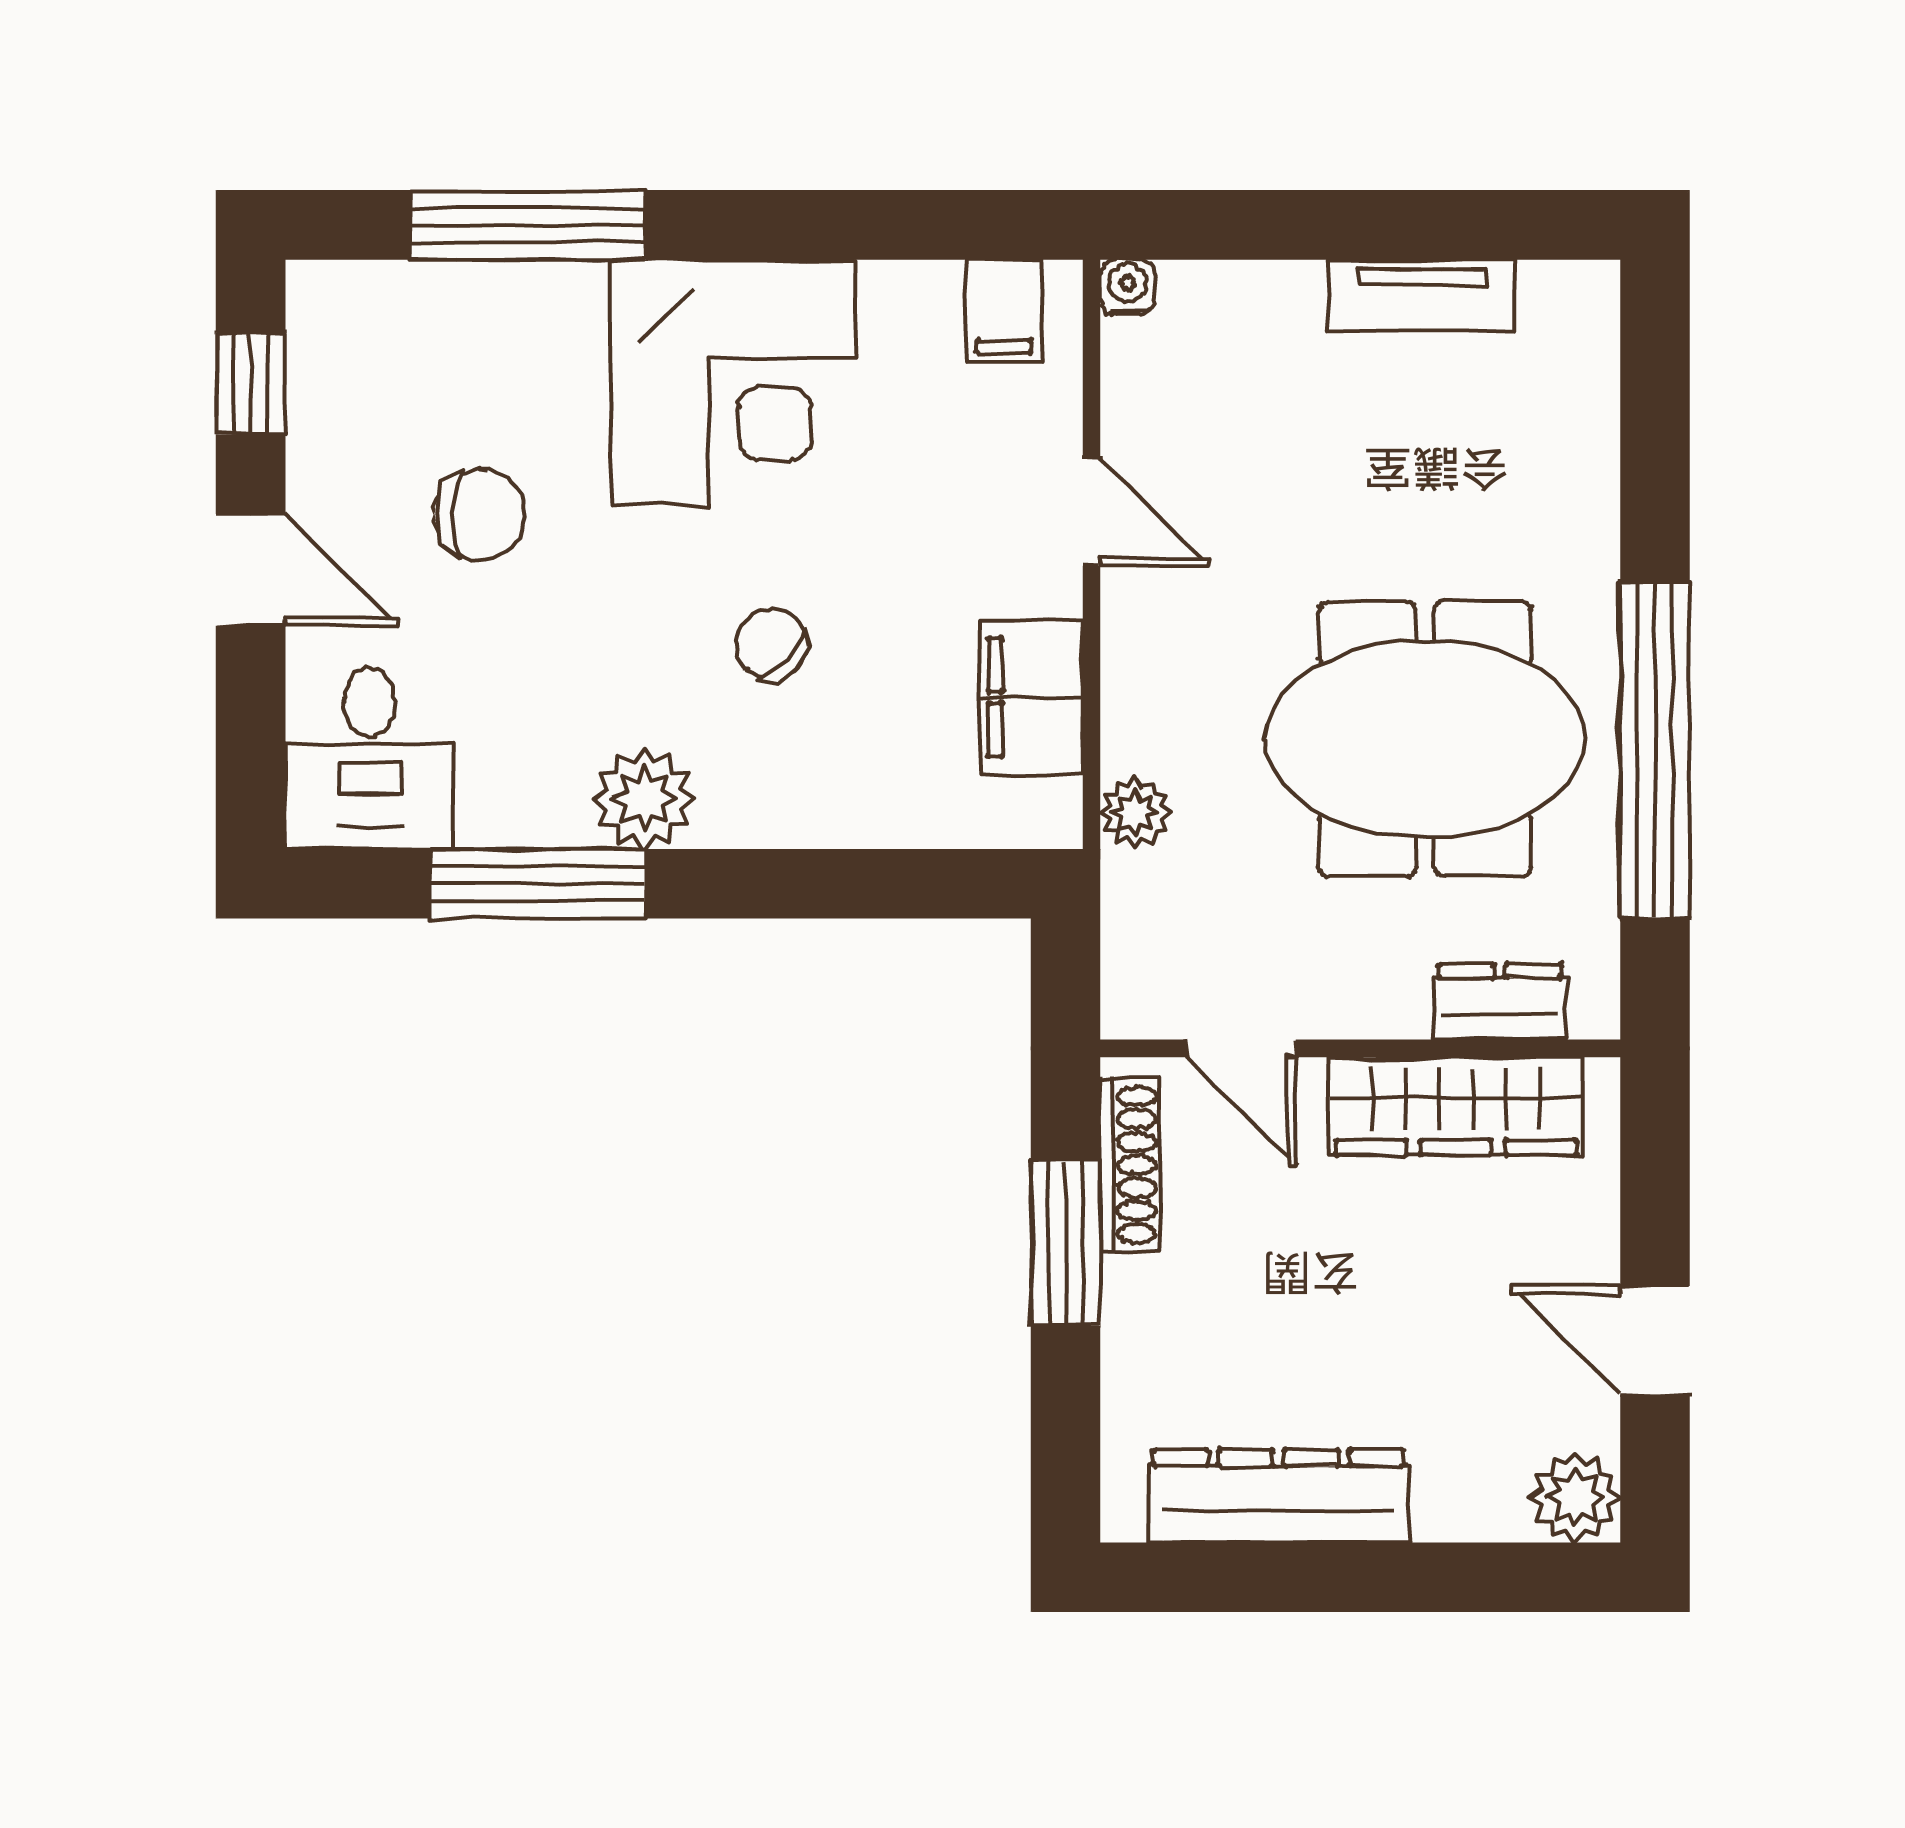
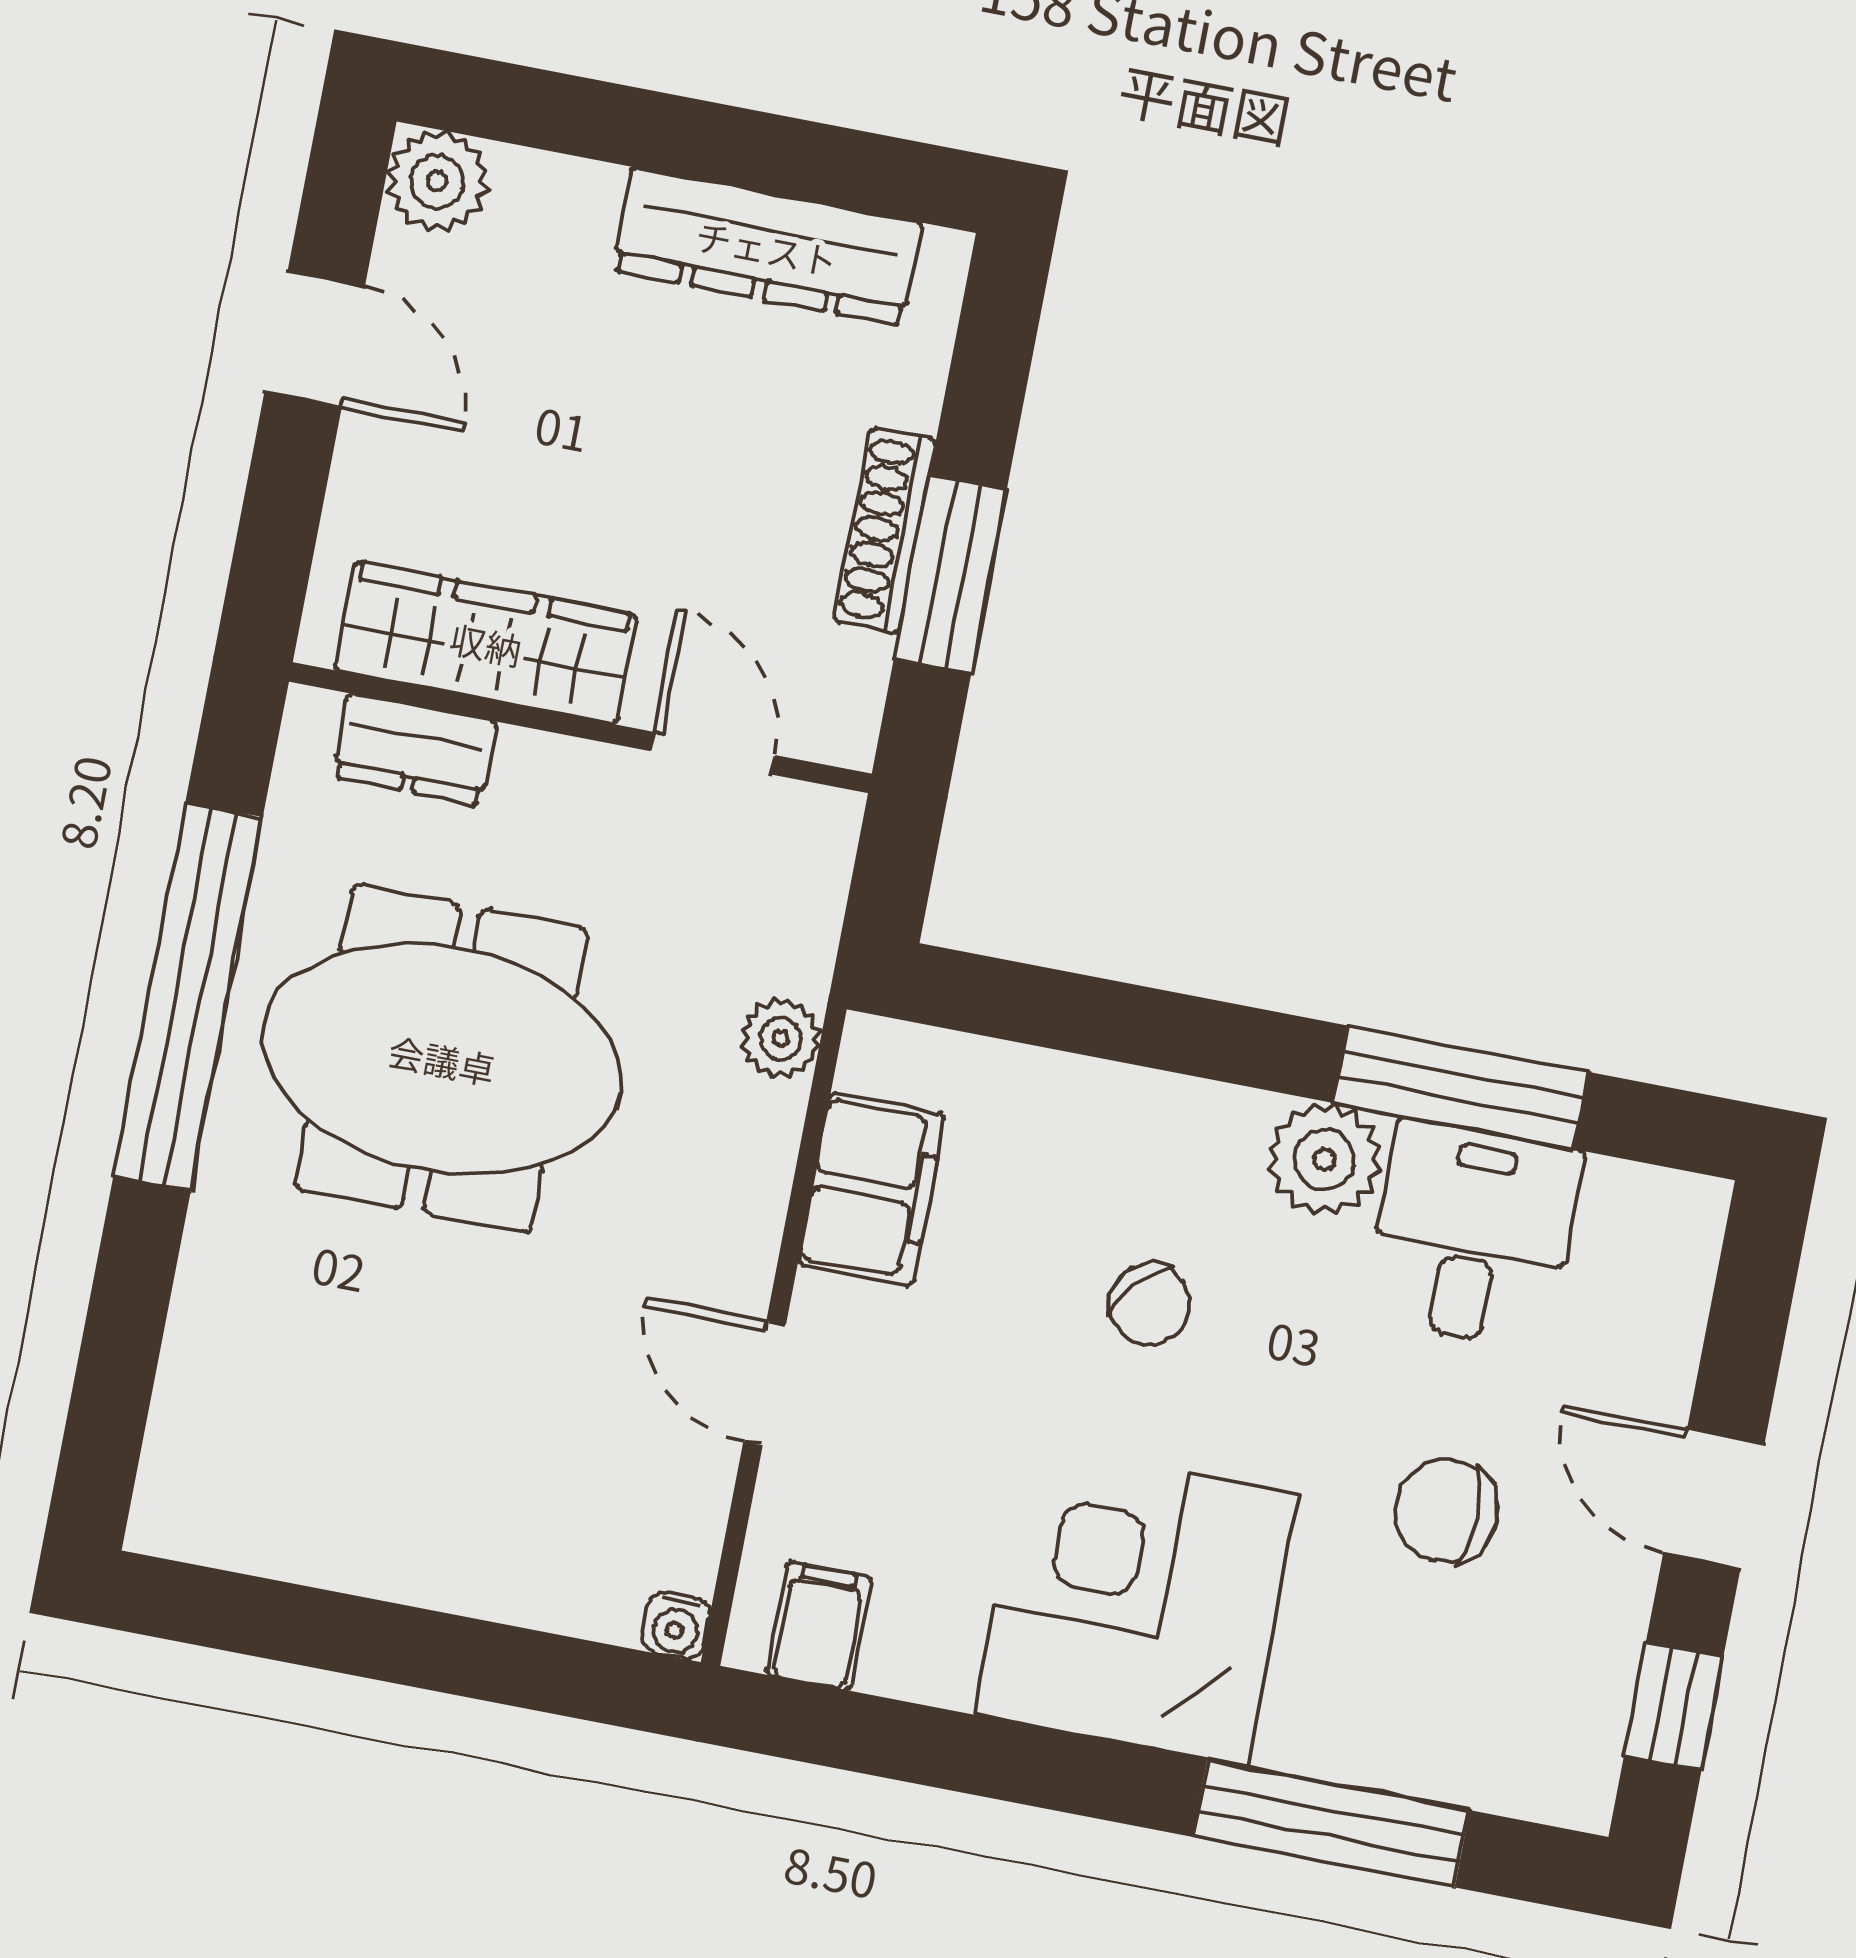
tv unit: (1422, 295) -> (350, 1554), removed
desk: (369, 758) -> (1473, 1235), moved
shoe rack: (1130, 1165) -> (885, 530), moved

